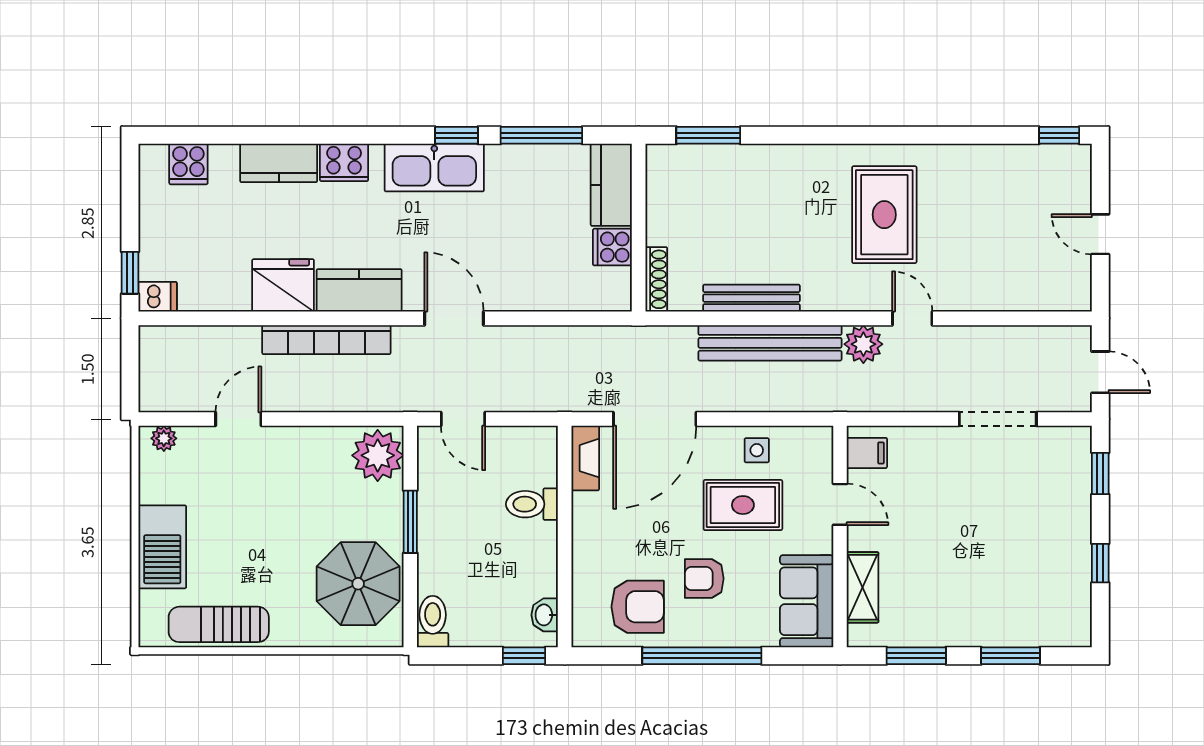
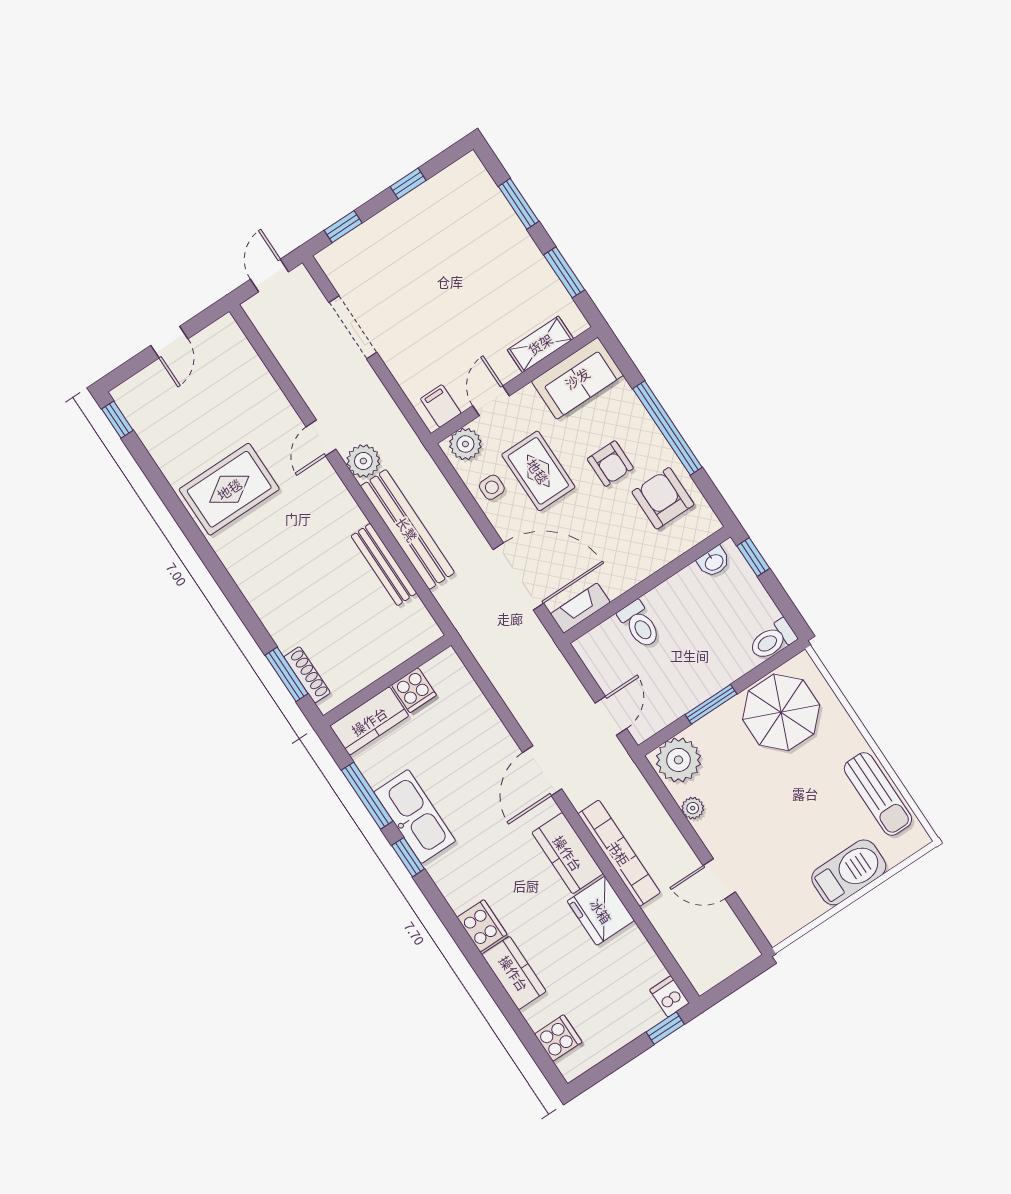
kitchen sink: (434, 168) -> (415, 816), moved
rug: (884, 215) -> (229, 489), moved
shoe rack: (656, 279) -> (307, 675), moved, turned 90
plant: (164, 438) -> (693, 808), moved
plant: (815, 452) -> (465, 444), added

